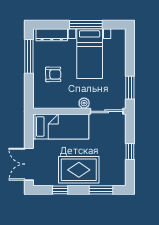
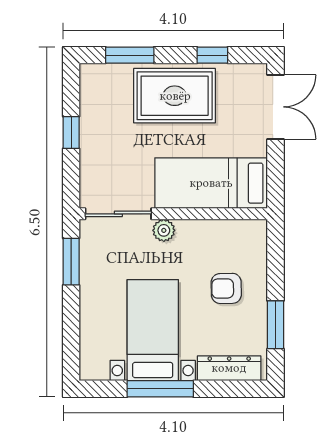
window: (29, 56) -> (276, 325), width x0.69

